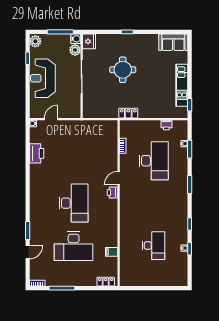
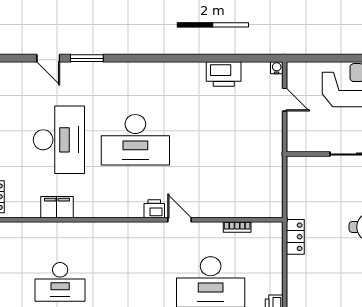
desk: (74, 246) -> (59, 140), turned 180
filing cabinet: (112, 252) -> (57, 207), width x2.00

